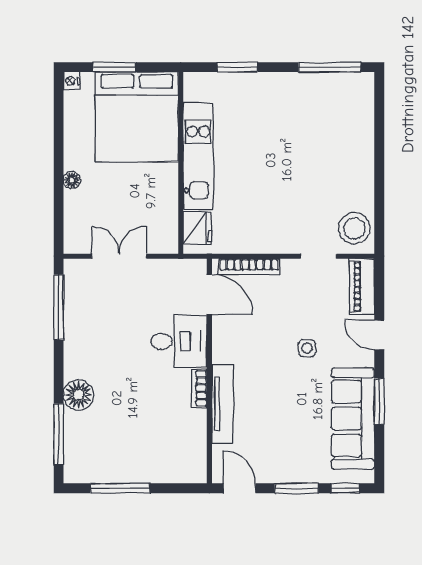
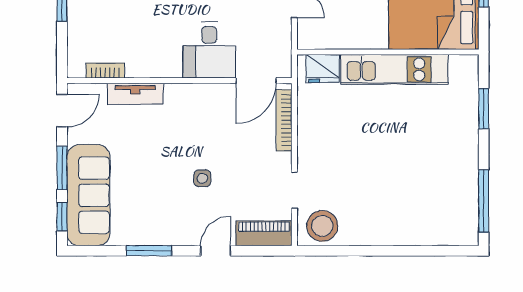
bookcase: (199, 388) -> (105, 71), moved
tv unit: (222, 404) -> (135, 94), width x0.71
sofa: (353, 419) -> (88, 195), moved, turned 90

